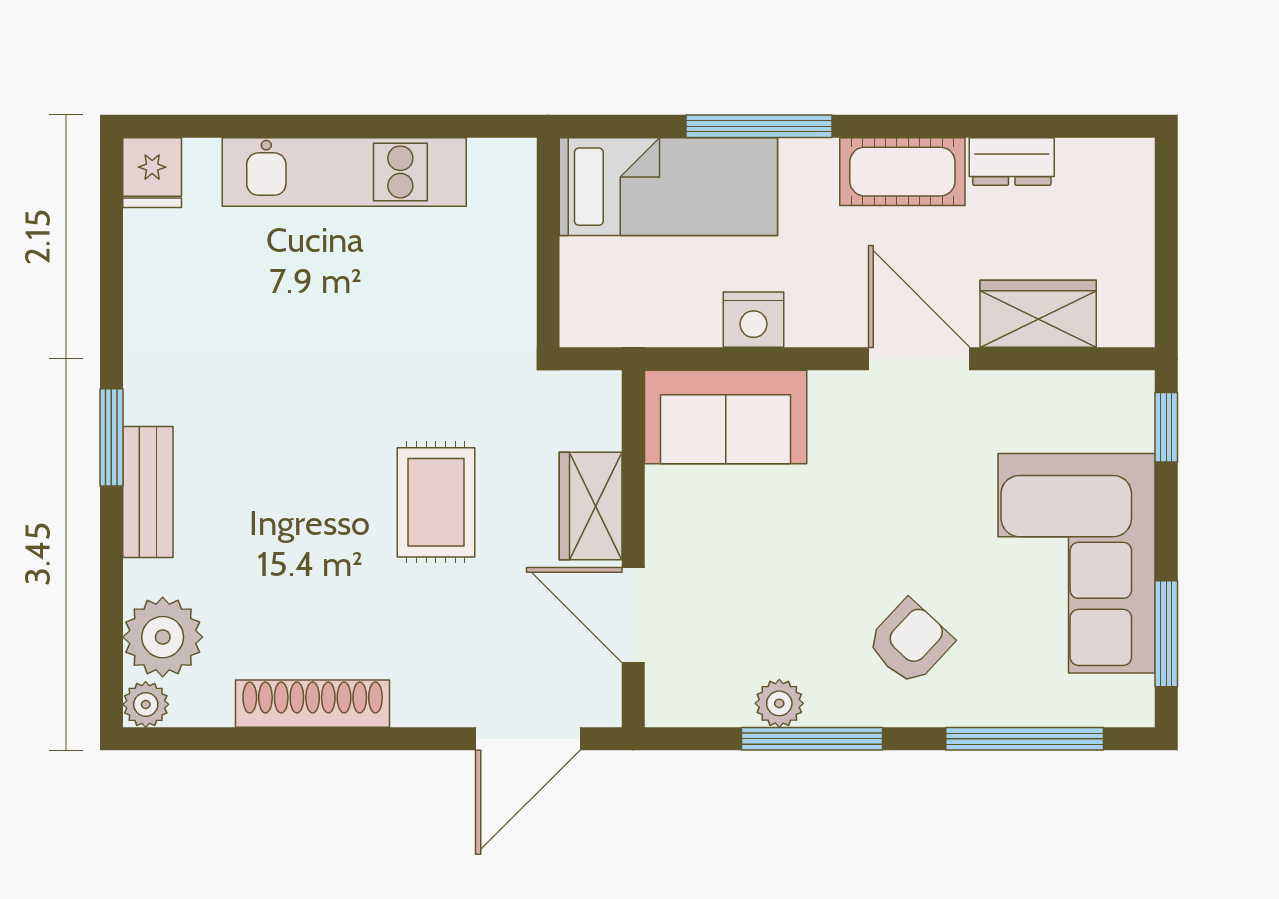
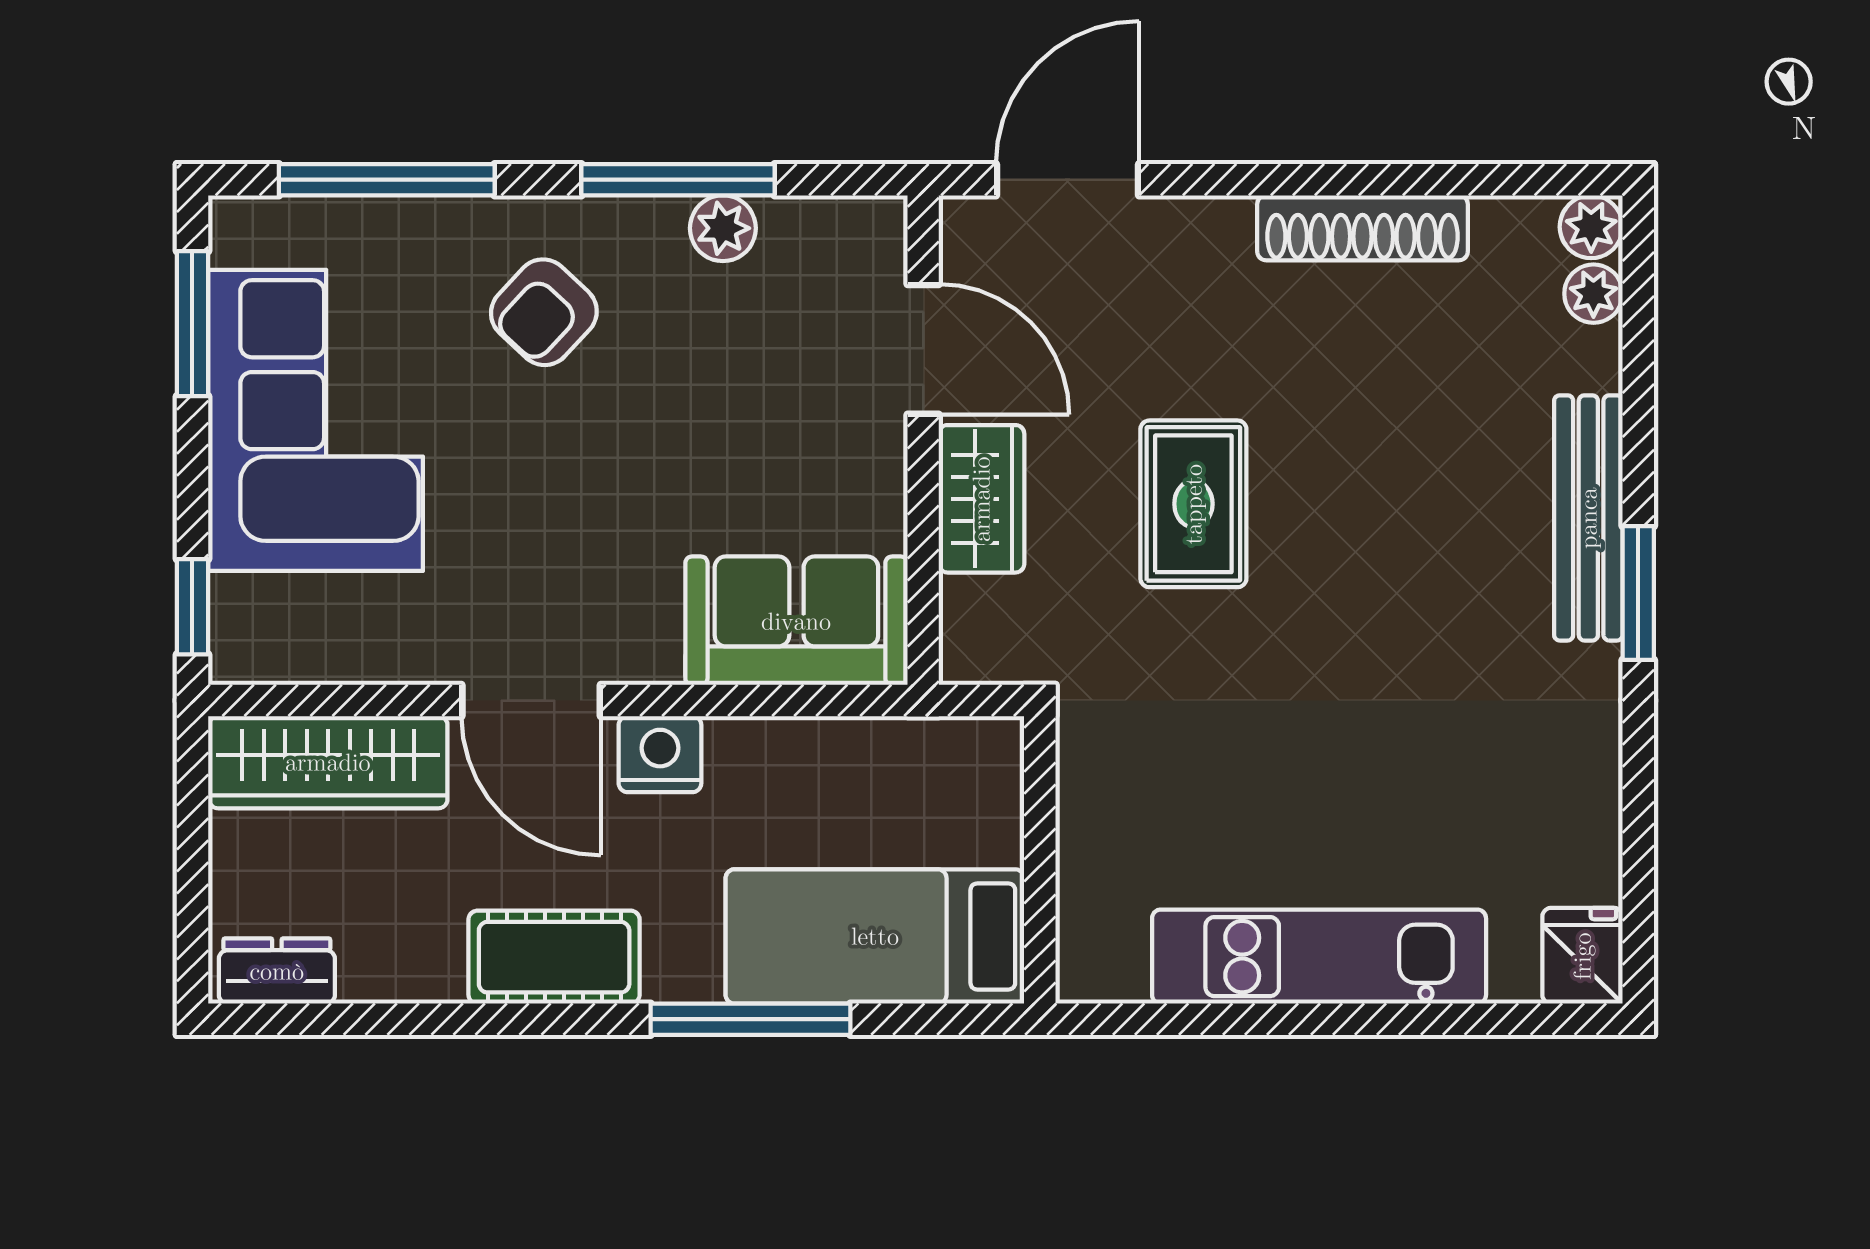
dresser: (1012, 161) -> (277, 971), moved
wardrobe: (1038, 314) -> (328, 762), width x1.50
nightstand: (753, 320) -> (660, 754), moved
bench: (148, 492) -> (1588, 518), width x1.36
plant: (163, 637) -> (1593, 294), width x0.53, depth x0.53

